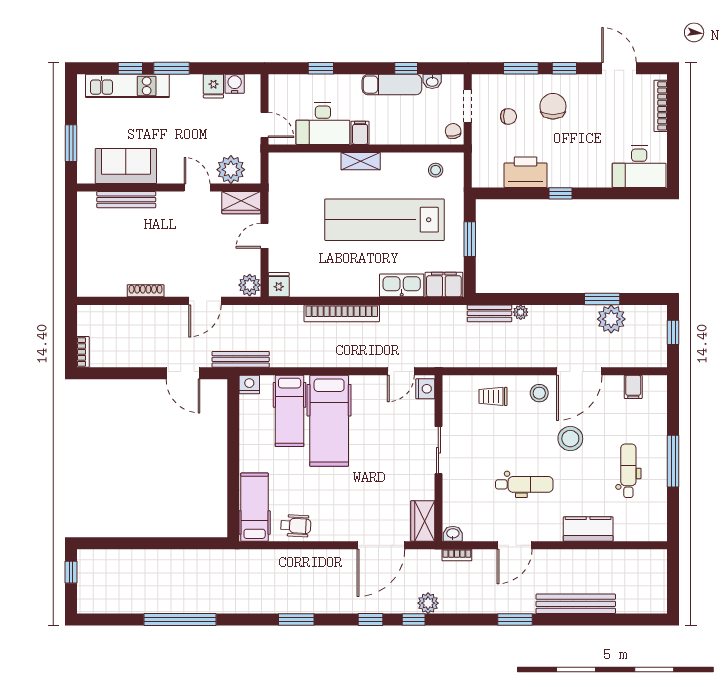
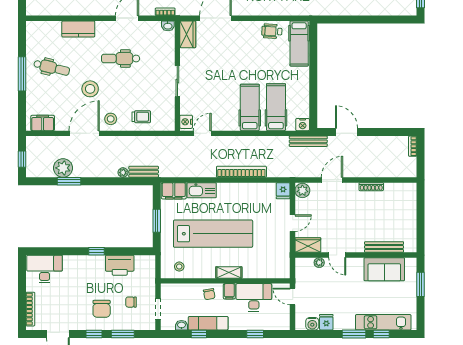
chair: (453, 131) -> (209, 294), moved
plant: (231, 170) -> (319, 263), width x0.53, depth x0.53
filing cabinet: (633, 387) -> (43, 123), width x2.00
hospital bed: (329, 421) -> (250, 107), width x0.73, depth x0.78
dental chair: (628, 471) -> (52, 68), turned -76

